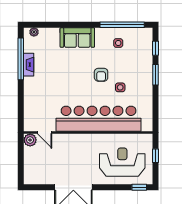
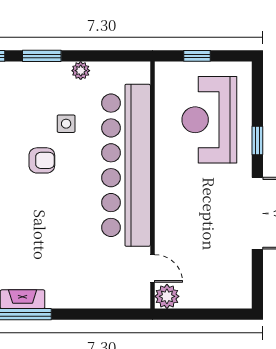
plant: (148, 95) -> (81, 71), added
door: (45, 132) -> (152, 268), hinge flipped
window: (139, 187) -> (257, 140), moved

